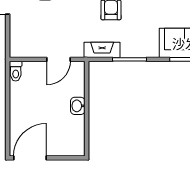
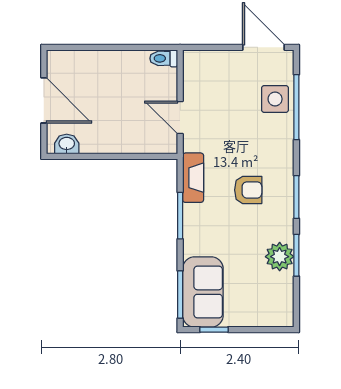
washbasin: (78, 106) -> (67, 144), moved
door: (30, 158) -> (44, 100), moved

